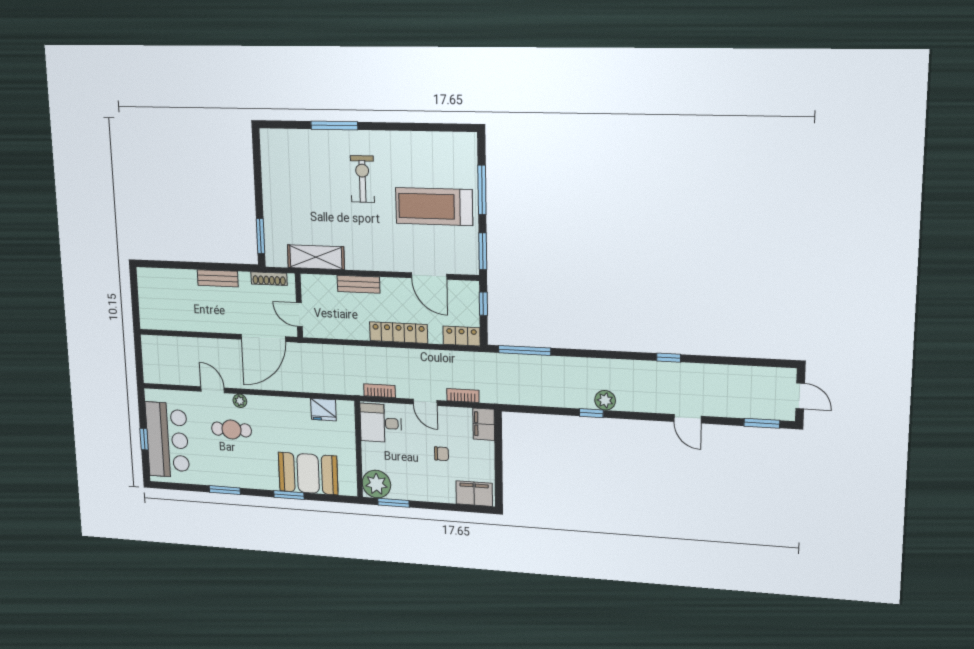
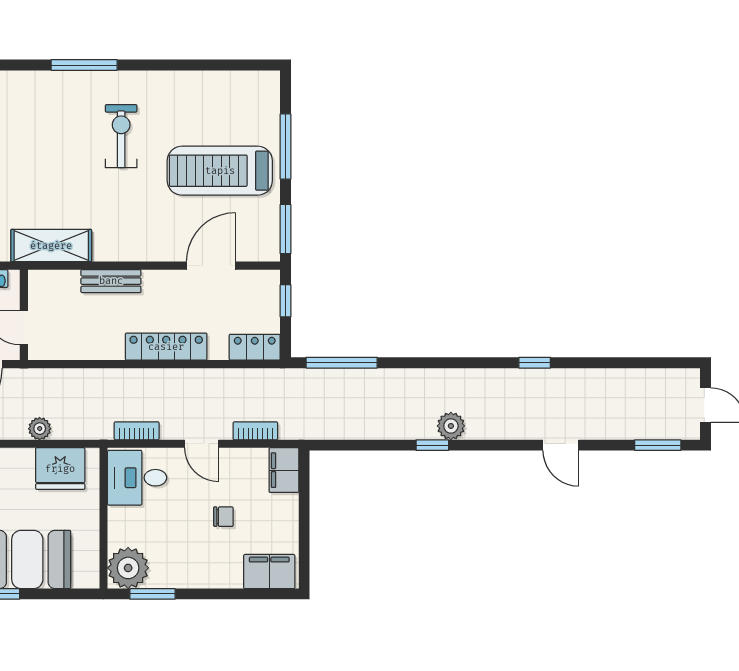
door: (429, 276) -> (211, 266), swing flipped
plant: (313, 385) -> (40, 429), added
fridge: (323, 410) -> (60, 469), width x1.36, depth x1.34

